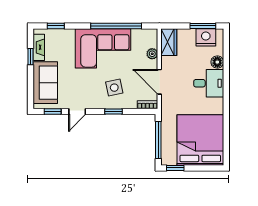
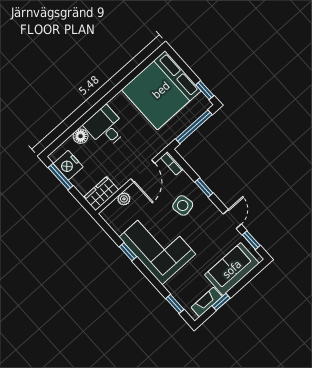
window: (116, 26) -> (128, 252), width x0.32
door: (77, 112) -> (232, 219), hinge flipped

